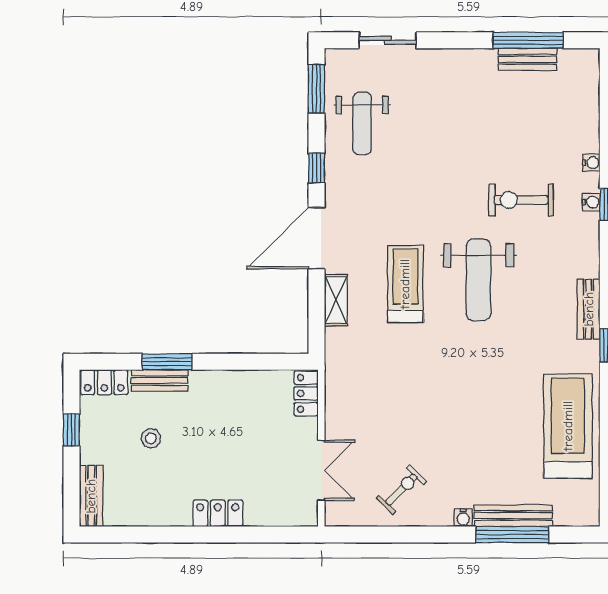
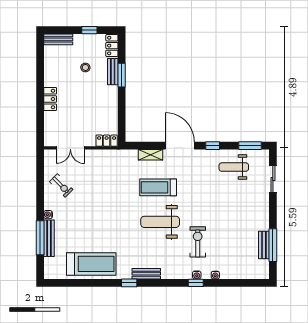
treadmill: (405, 284) -> (158, 187), turned 180

